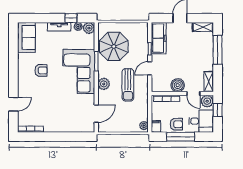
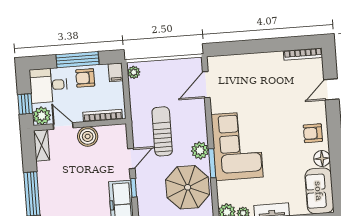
floor lamp: (23, 59) -> (322, 158), added
armchair: (41, 70) -> (313, 133), moved
plant: (104, 84) -> (200, 150), moved

